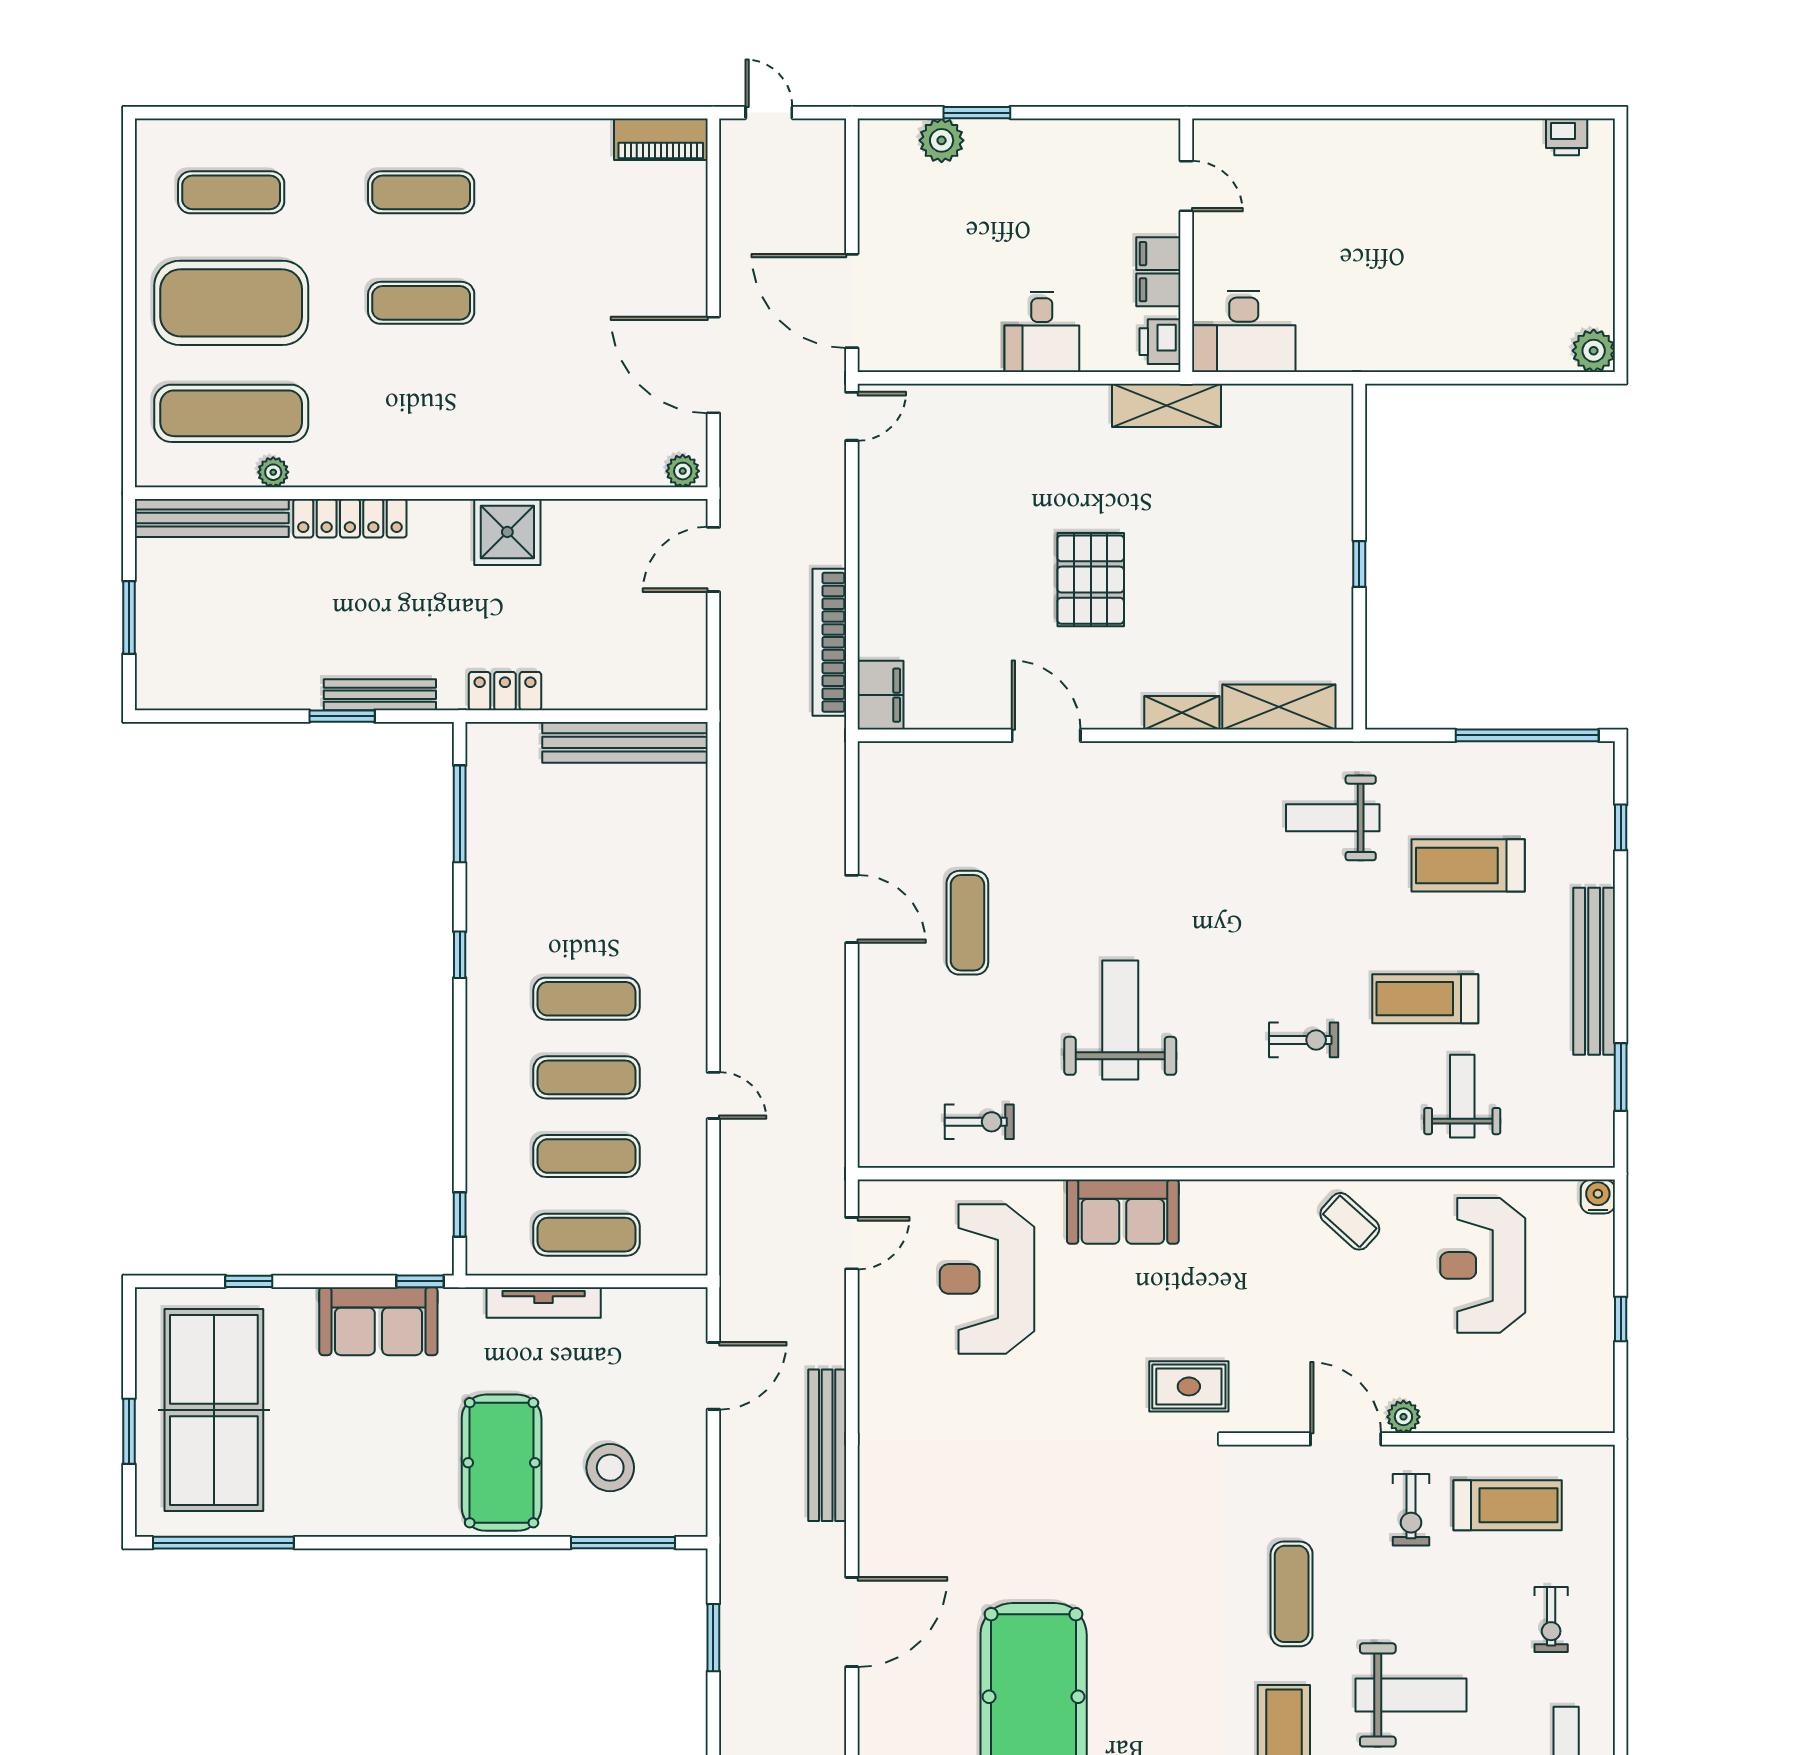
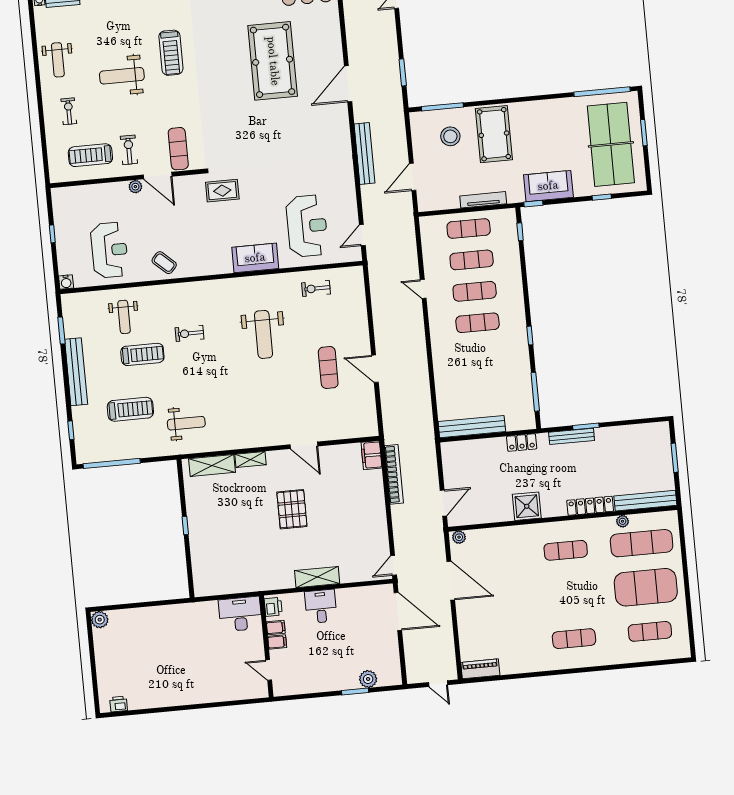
exercise mat: (421, 303) -> (566, 550), moved
shelving: (1167, 405) -> (317, 577), moved
exercise mat: (1292, 1594) -> (178, 149), moved

